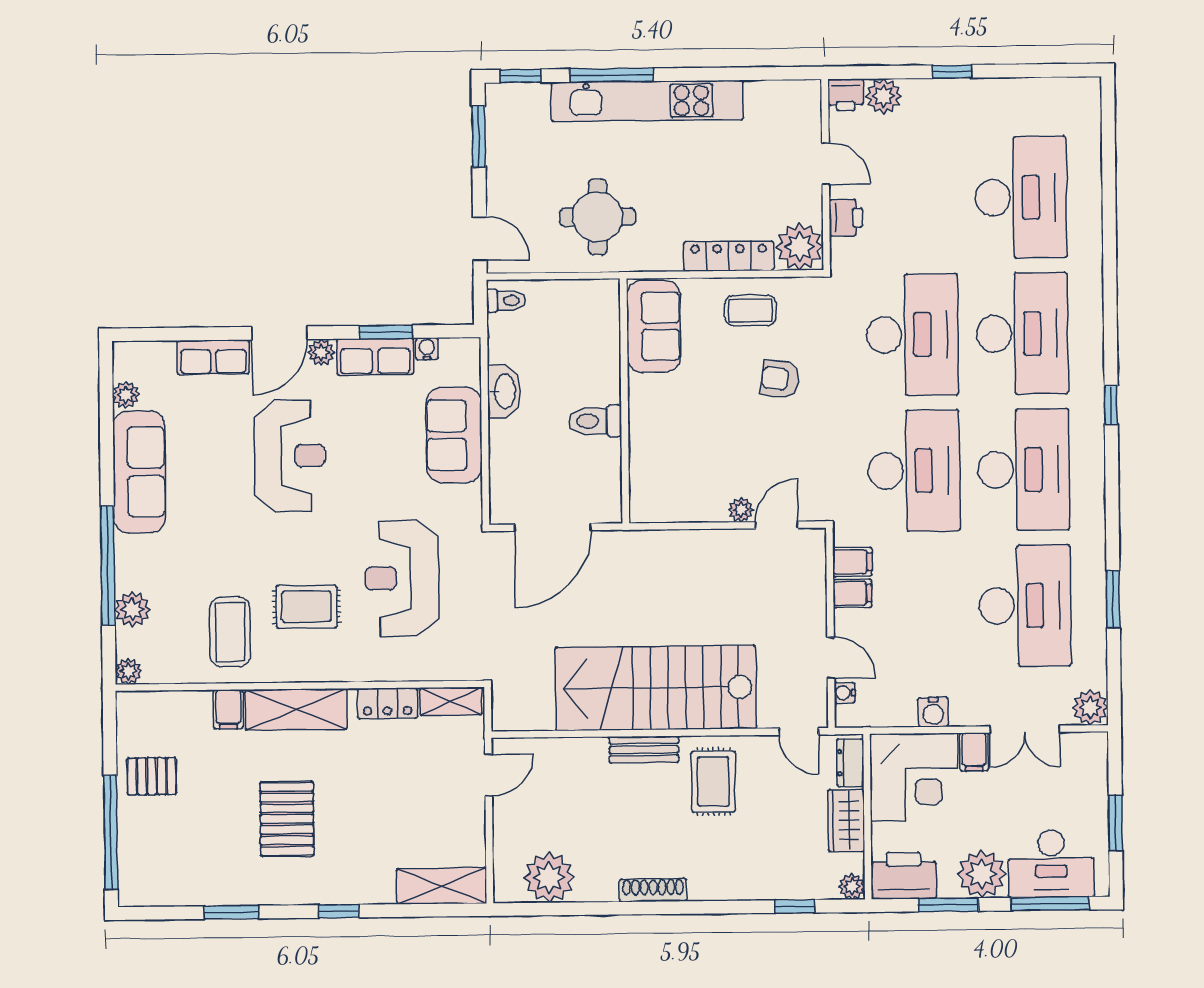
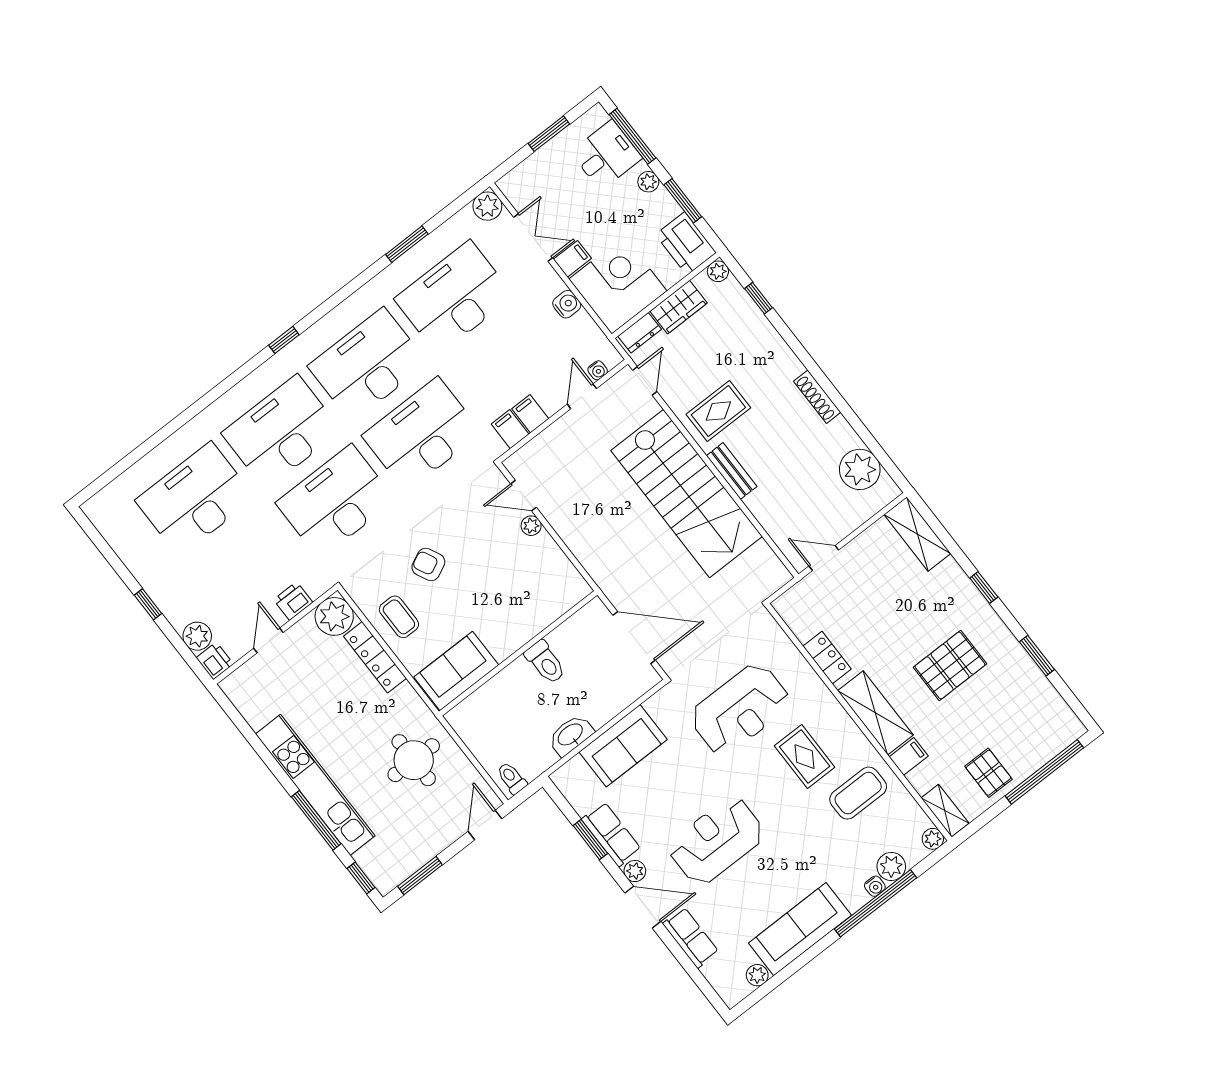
water cooler: (427, 349) -> (875, 886), moved, turned -90
armchair: (780, 379) -> (428, 564), turned 146
shelving: (451, 701) -> (945, 811), moved
desk: (1051, 864) -> (606, 155), width x0.73
plant: (982, 874) -> (648, 182), width x0.53, depth x0.53

